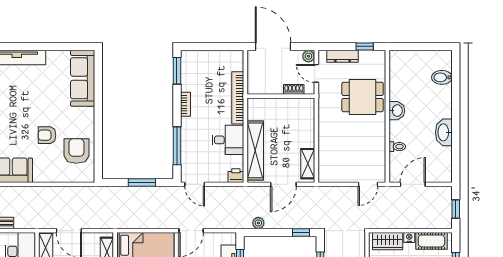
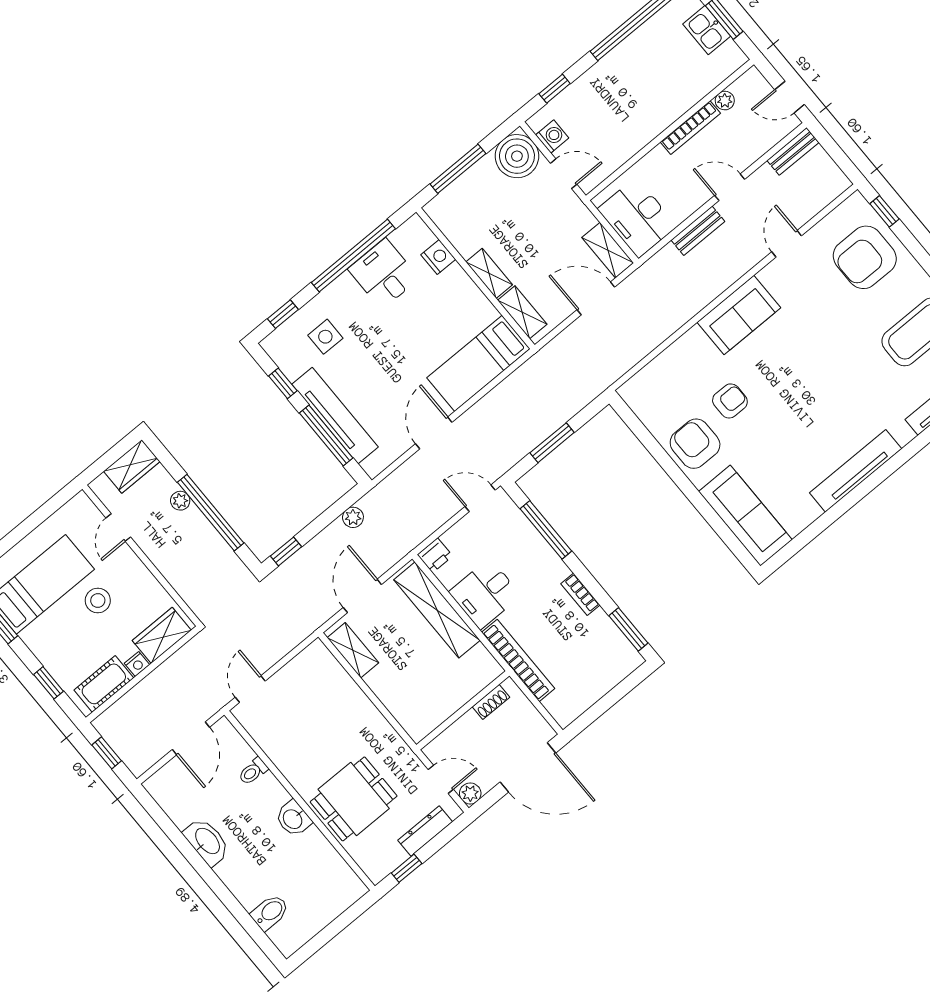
shoe rack: (294, 89) -> (491, 702), moved
armchair: (76, 151) -> (695, 444), moved, turned 180

